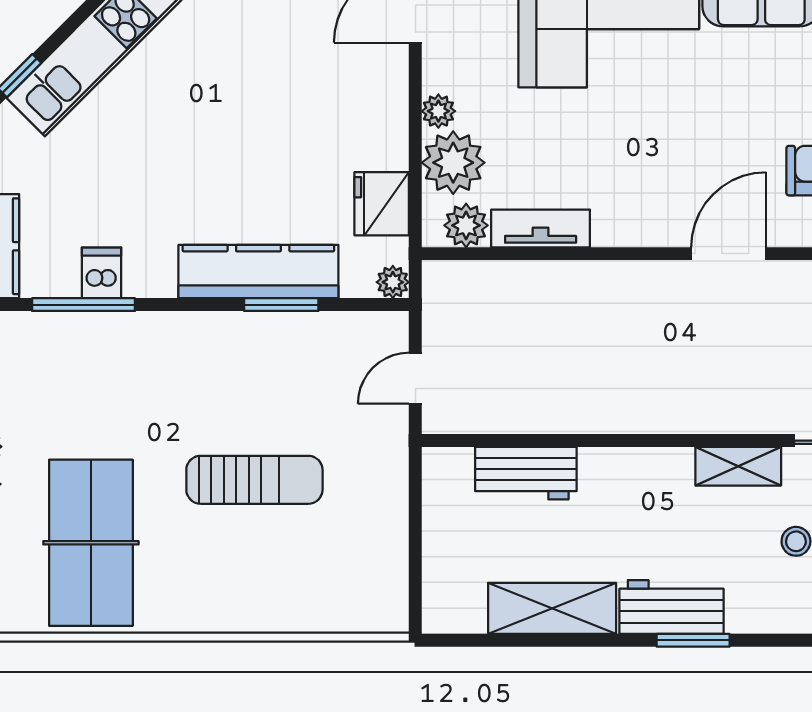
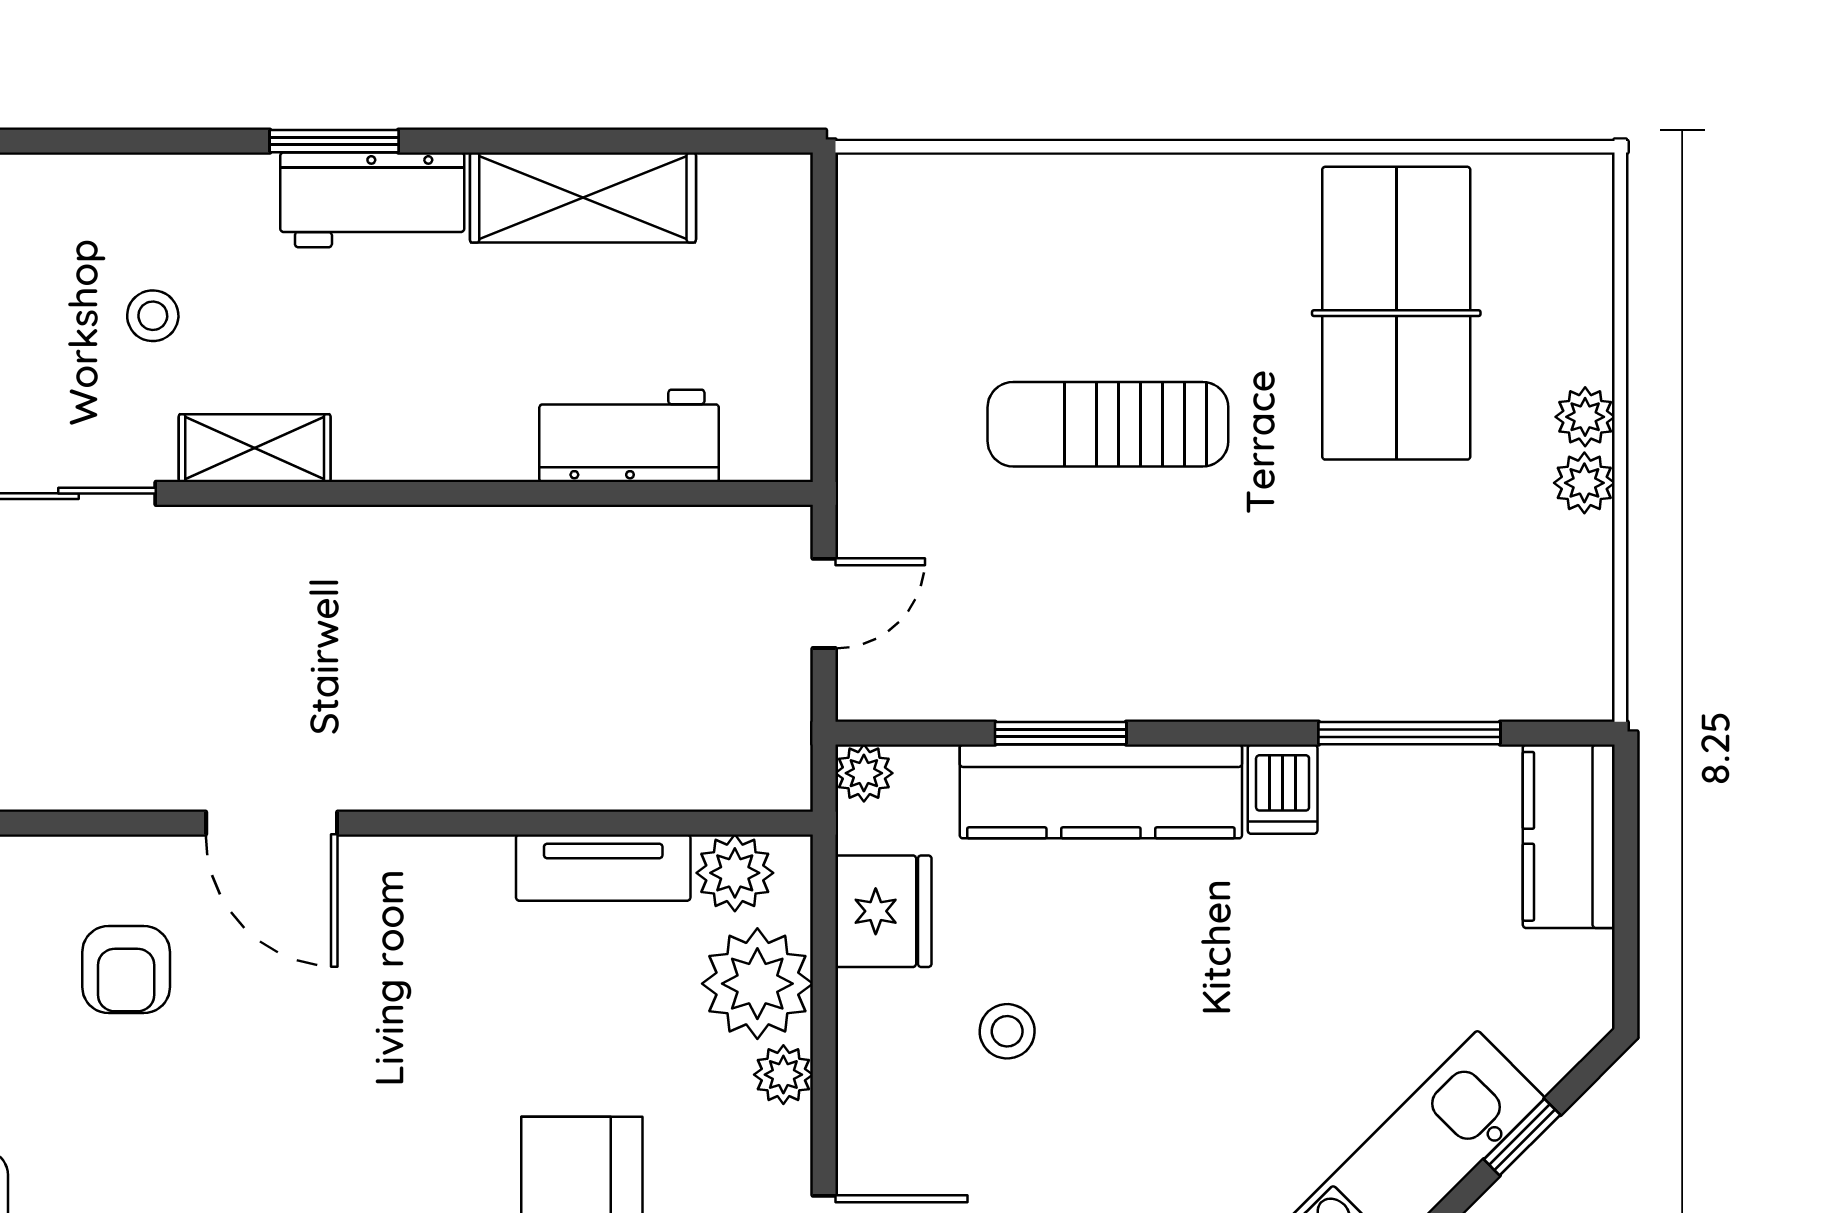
stool: (312, 136) -> (1007, 1031), added
door: (729, 254) -> (272, 823), hinge flipped
dishwasher: (102, 273) -> (1283, 789), moved

